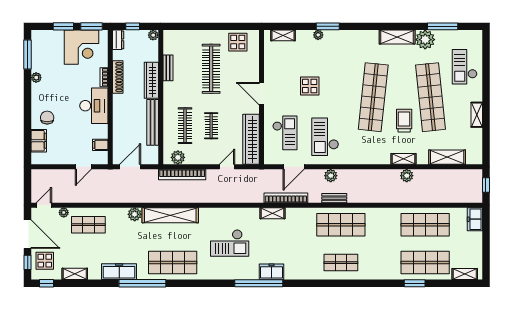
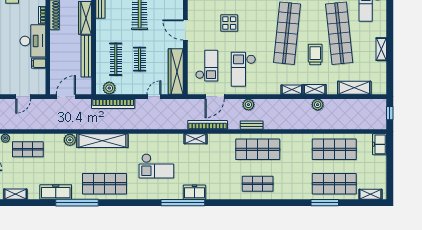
filing cabinet: (100, 145) -> (39, 63), moved
shelving: (378, 159) -> (292, 90), added
window: (415, 283) -> (325, 203), width x1.44

